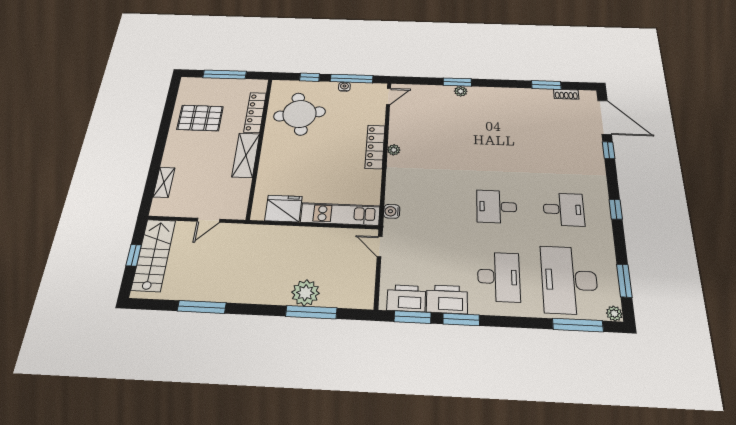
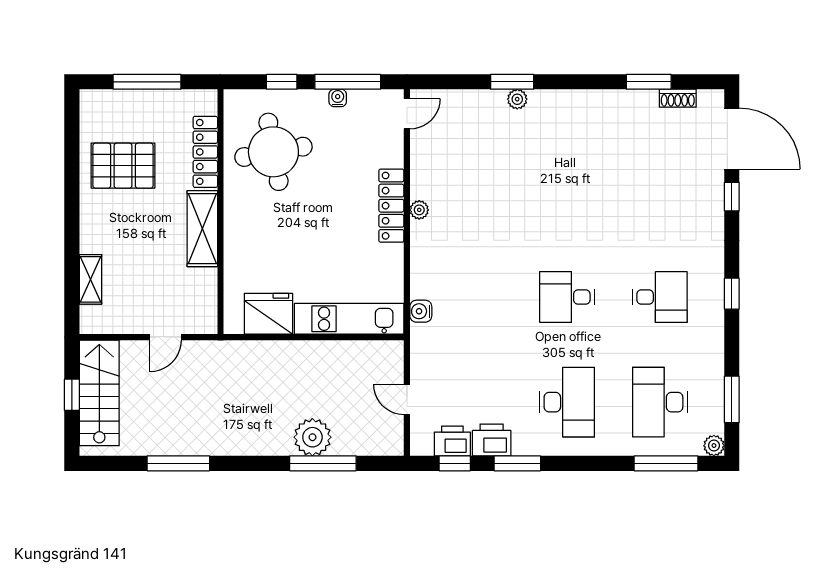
door: (380, 247) -> (407, 399), moved
desk: (569, 280) -> (660, 402), width x0.73, depth x0.77
printer: (406, 298) -> (452, 441), width x0.73, depth x0.84
printer: (447, 299) -> (492, 440), width x0.73, depth x0.84
window: (413, 317) -> (455, 463), width x0.67

